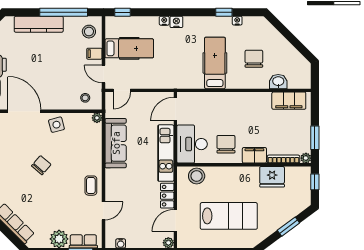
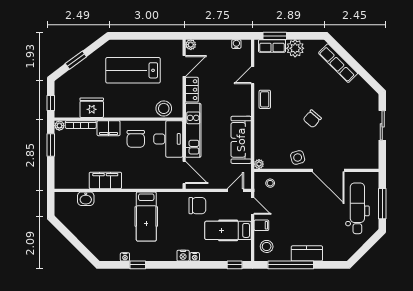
kitchen counter: (39, 24) -> (307, 253), width x0.67
chair: (254, 59) -> (197, 206), moved, turned -90
filing cabinet: (289, 101) -> (105, 180), moved
door: (175, 109) -> (184, 172), hinge flipped

